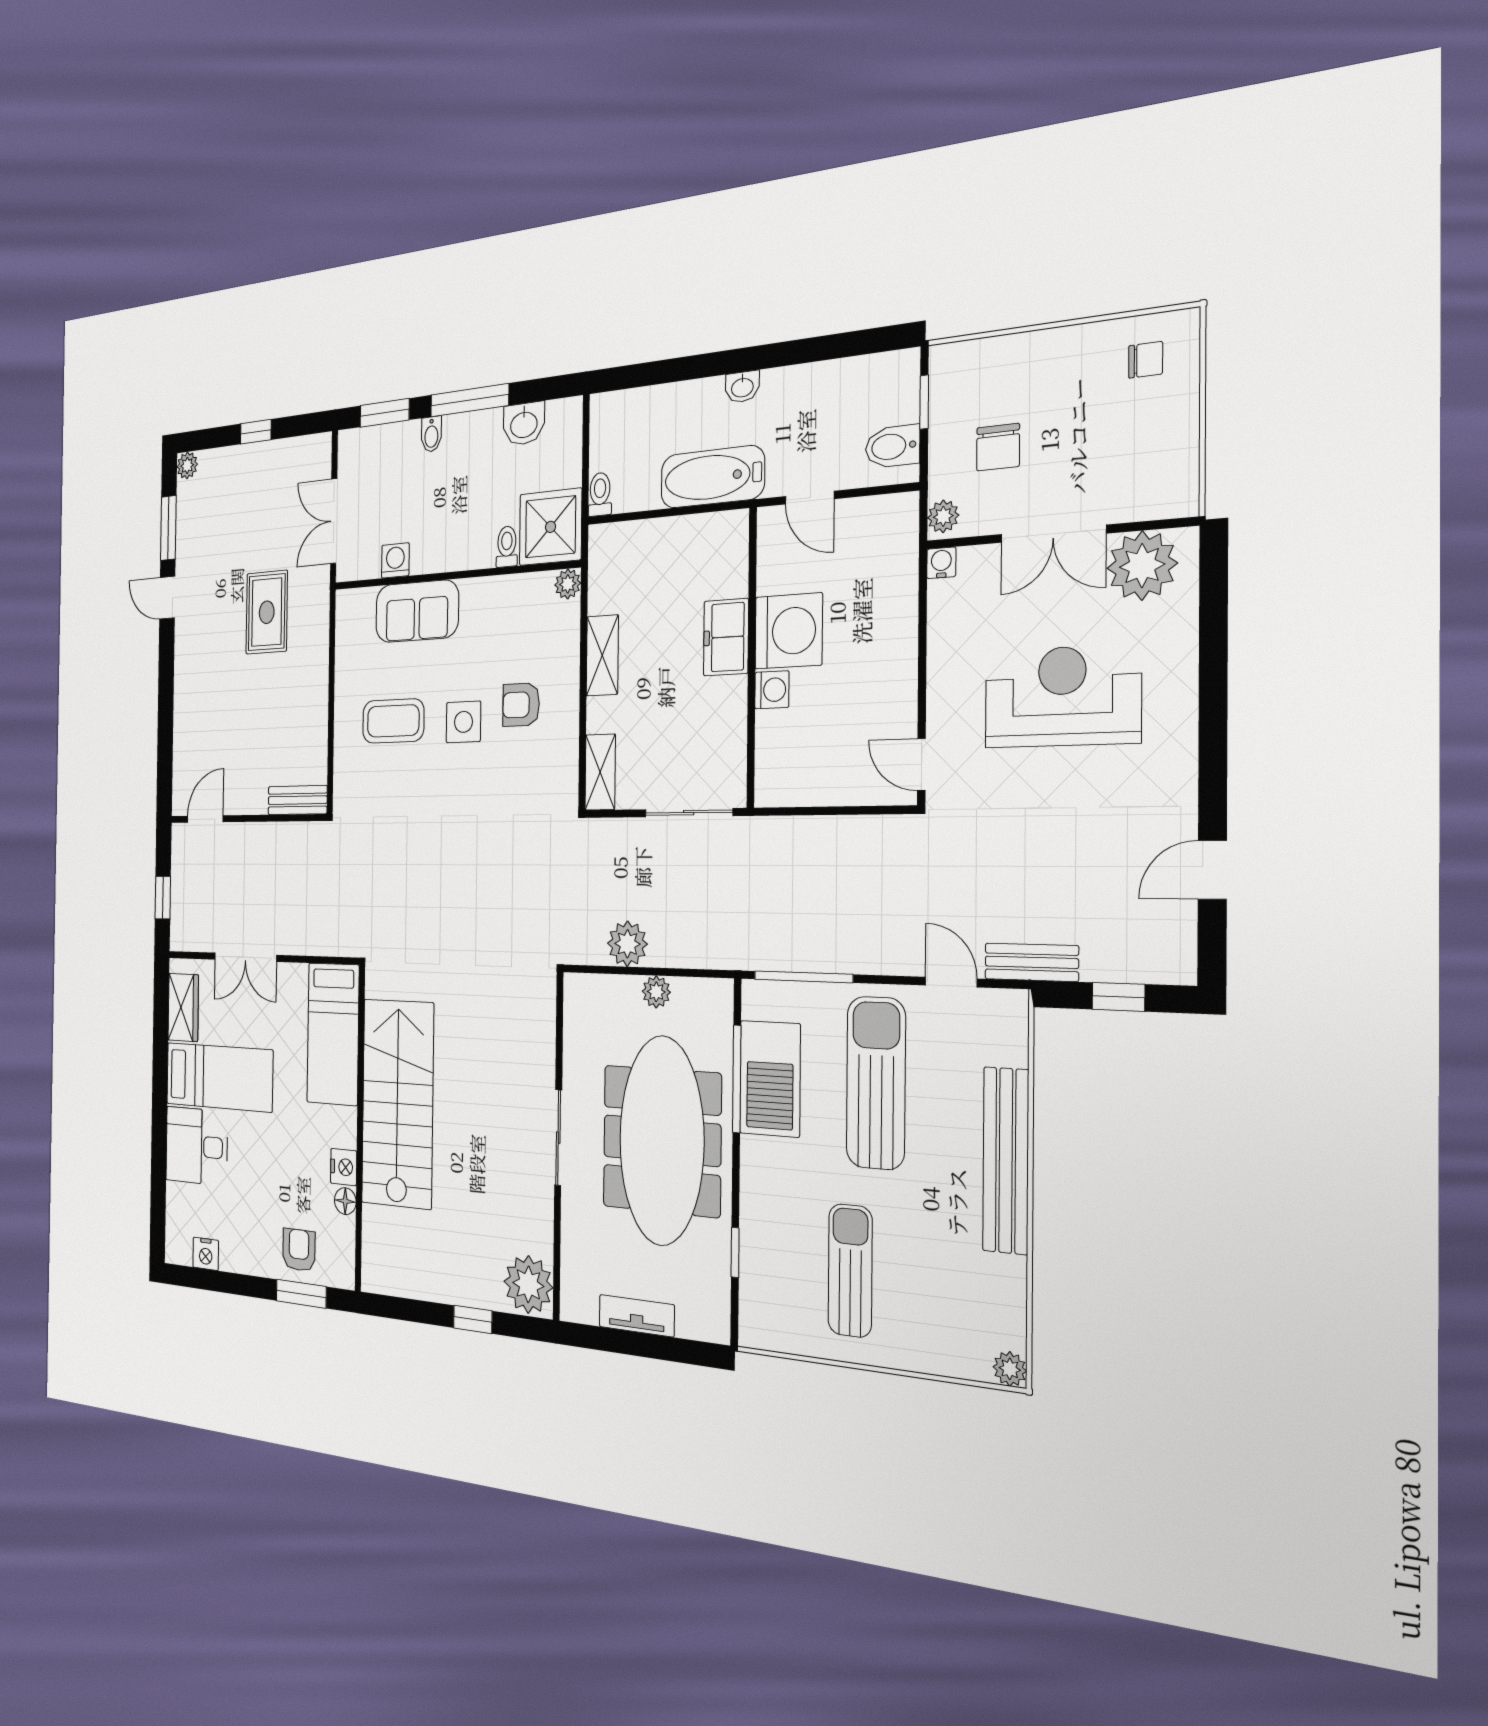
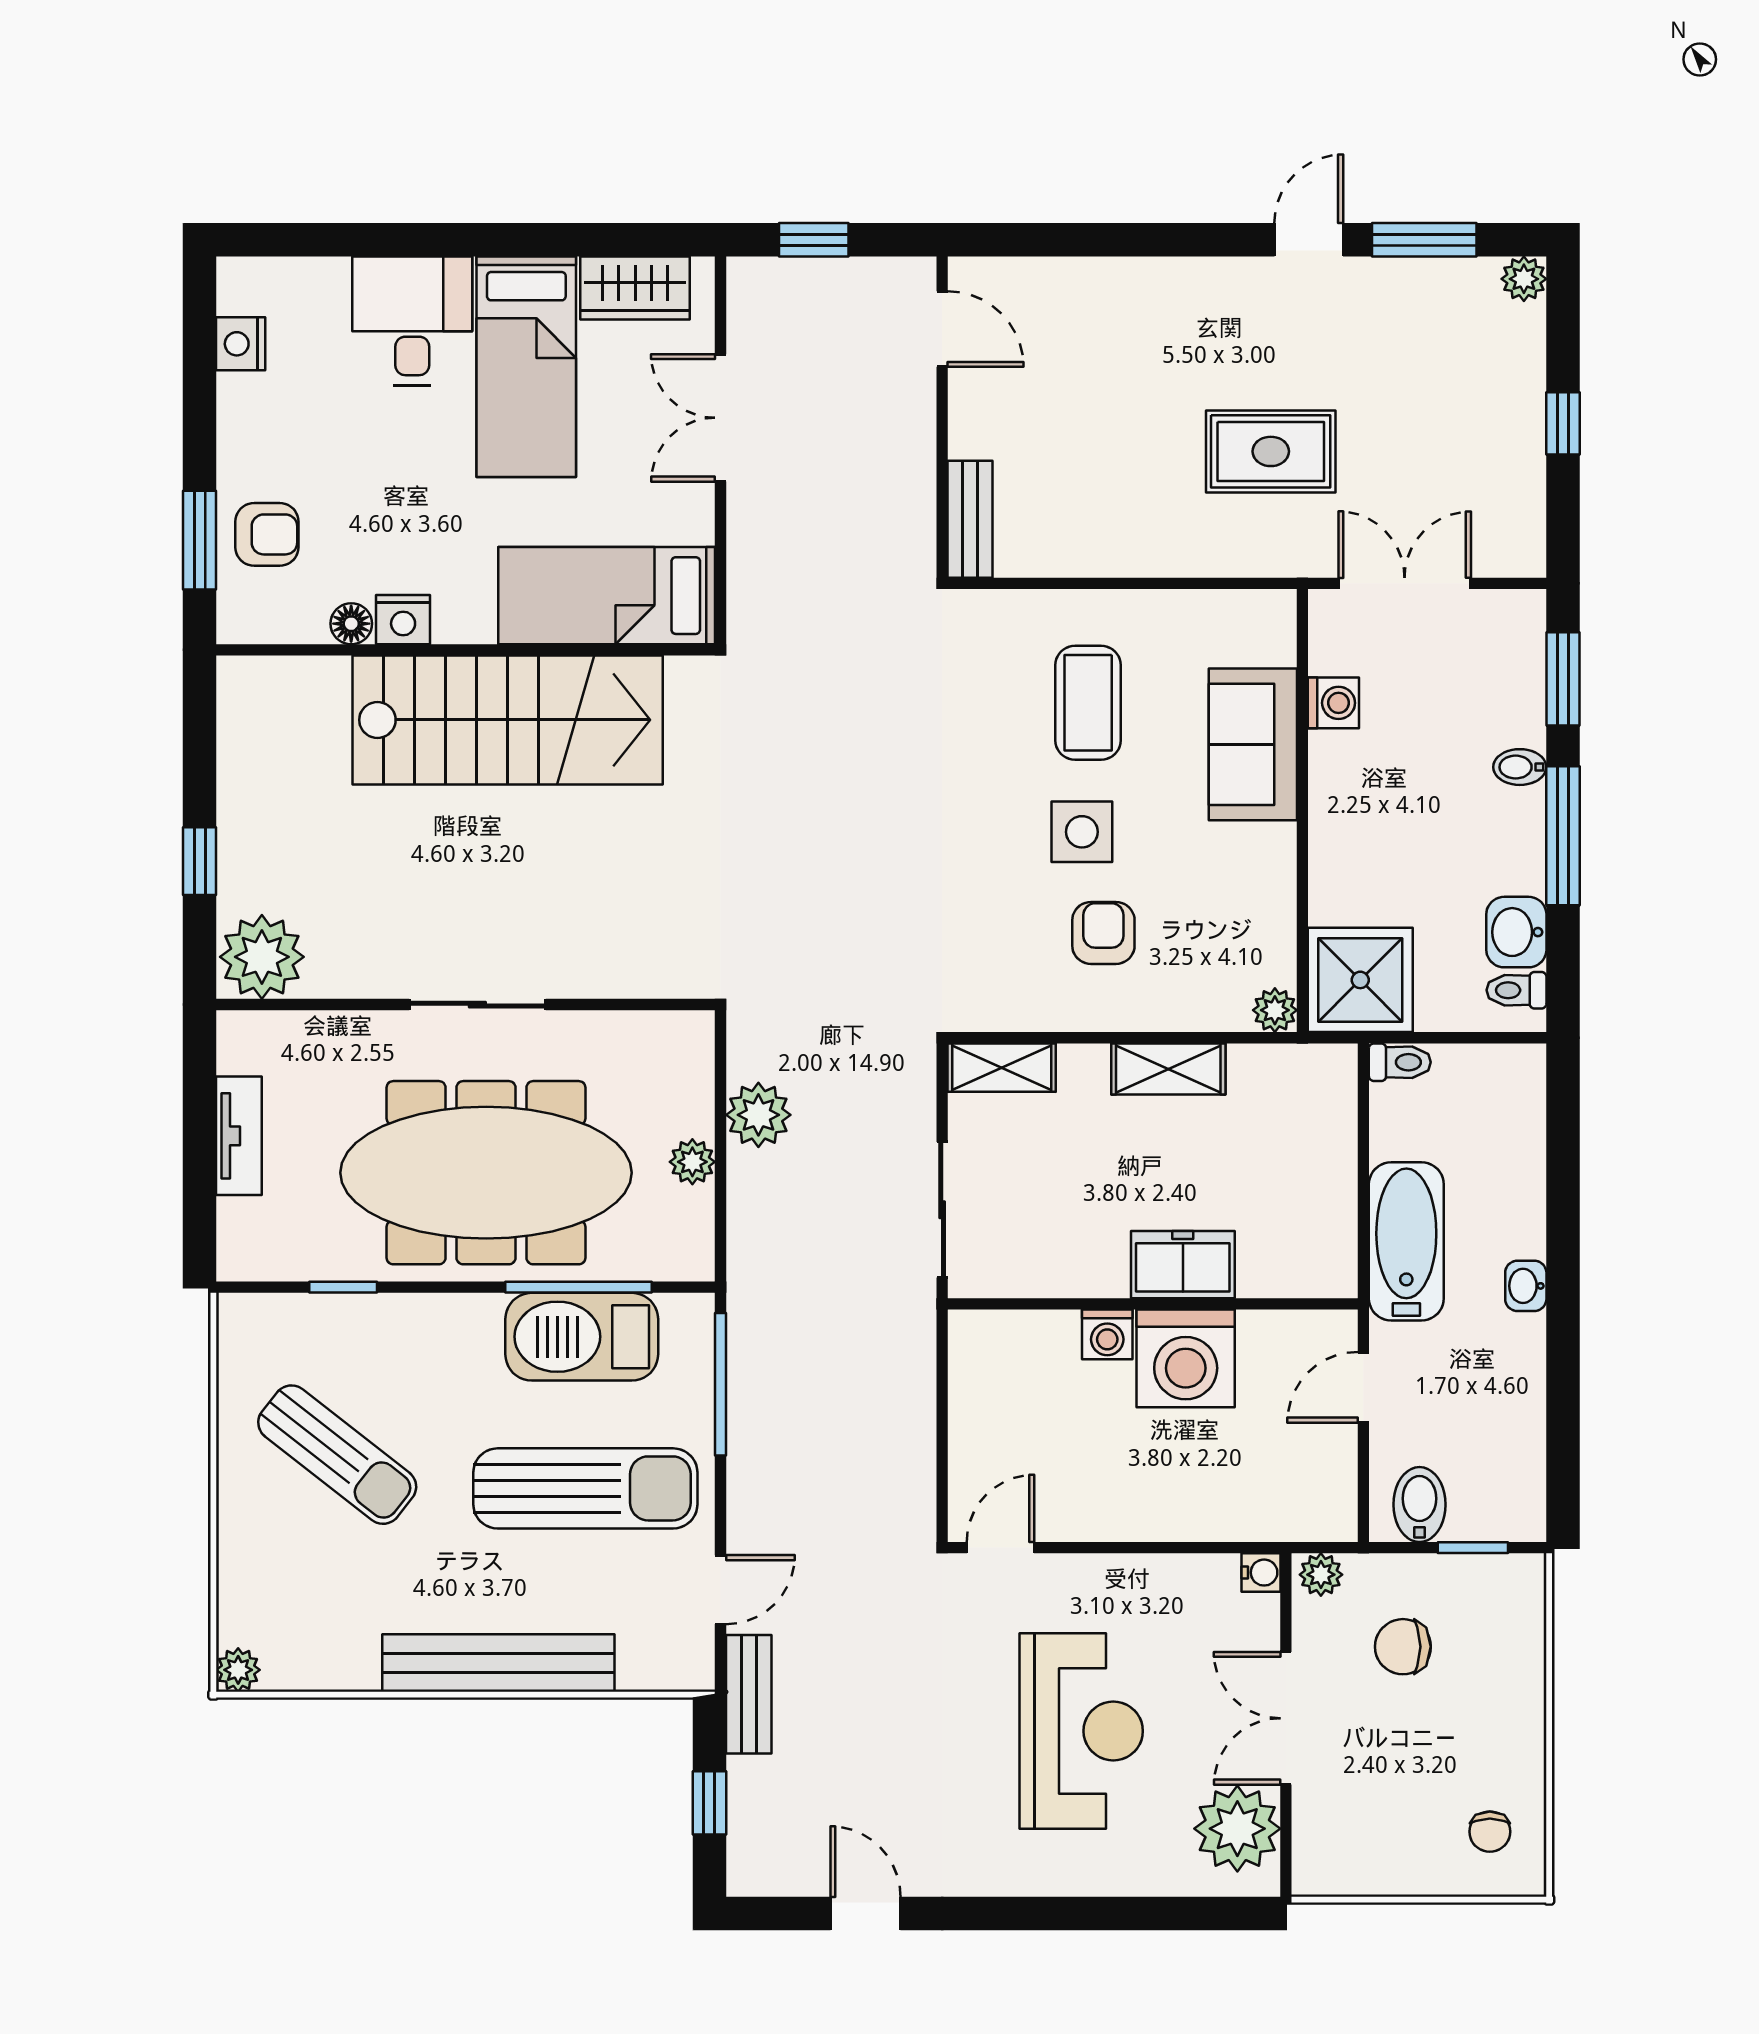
toilet: (507, 547) -> (1516, 990), moved, turned 180
sun lounger: (850, 1270) -> (337, 1455), turned 38

